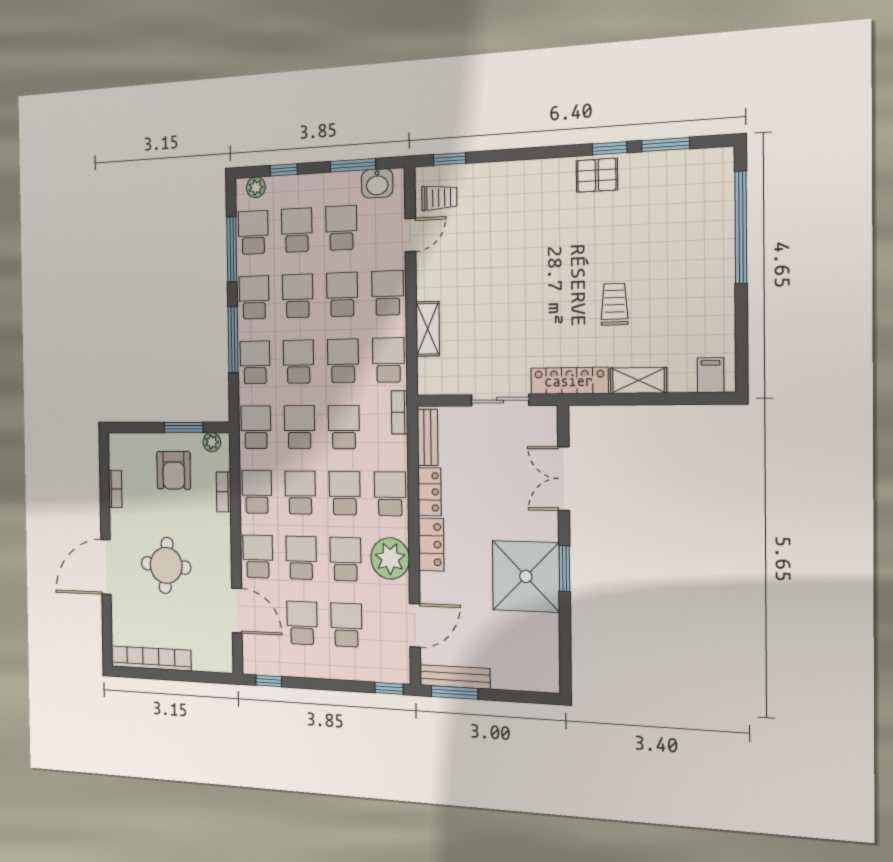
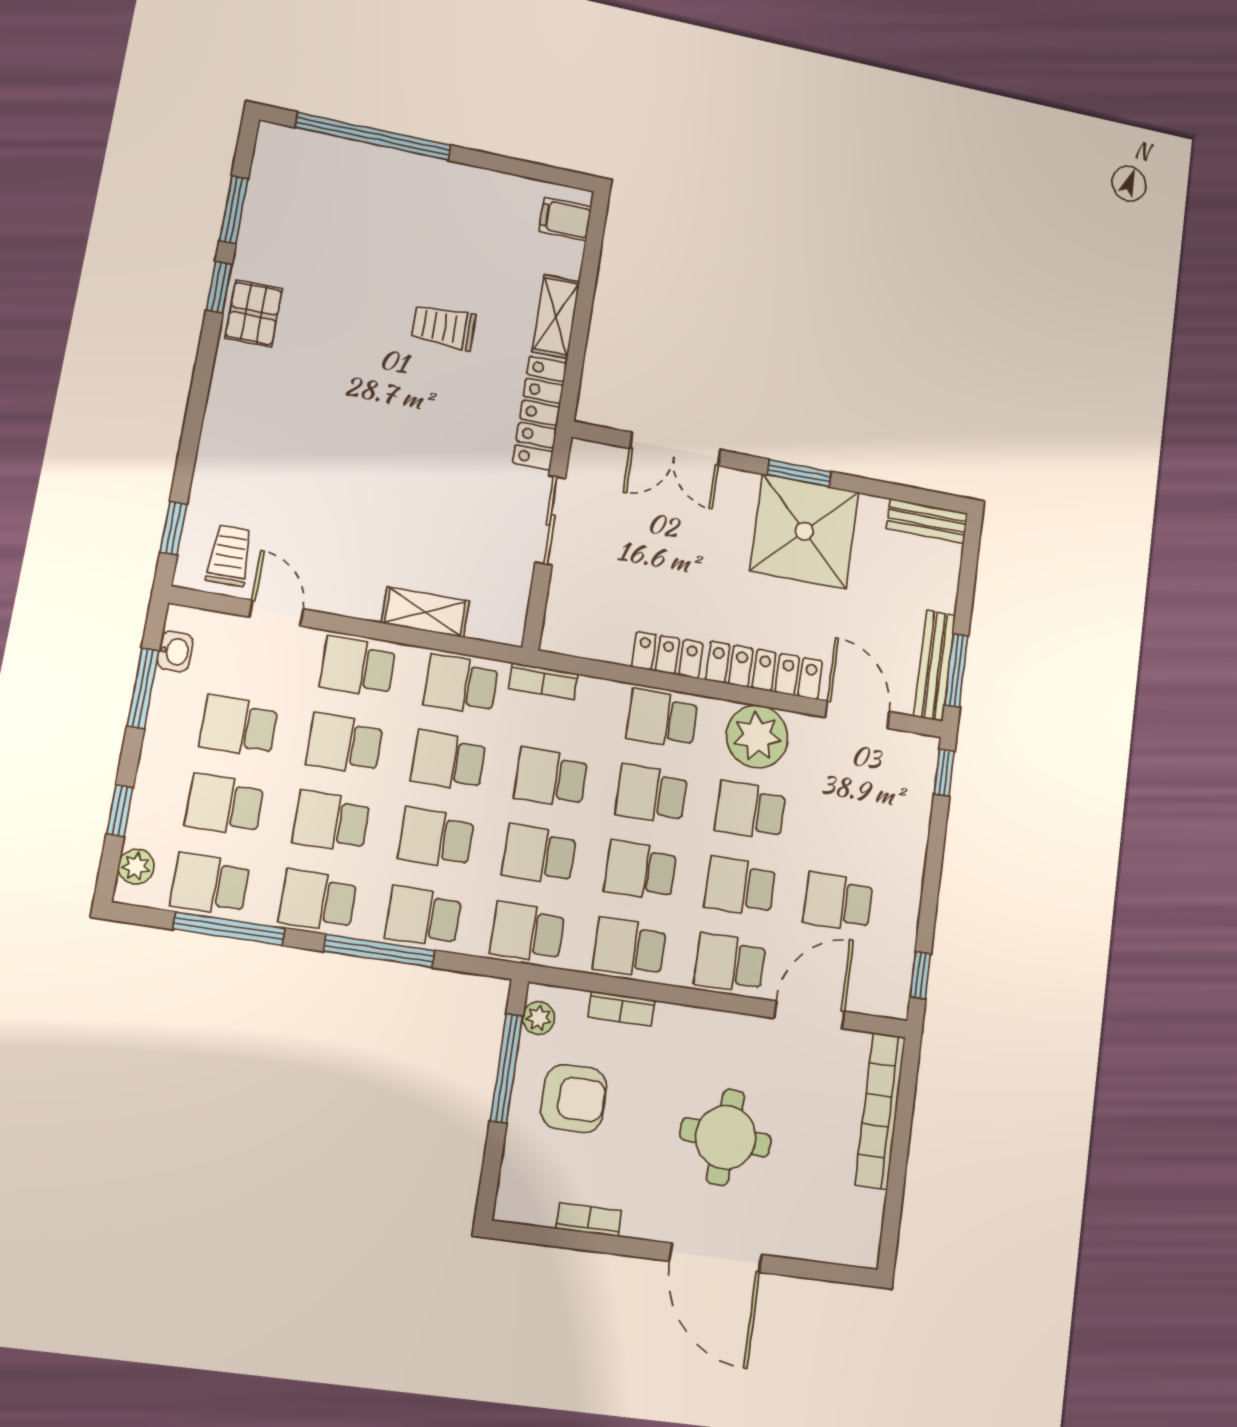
washbasin: (377, 183) -> (175, 651), width x0.72, depth x0.69
window: (183, 427) -> (507, 1068), width x1.44
bench: (428, 437) -> (927, 521), moved
locker: (431, 544) -> (764, 670), width x1.53
school desk: (346, 625) -> (848, 827), removed
bookcase: (151, 658) -> (880, 1111), moved

